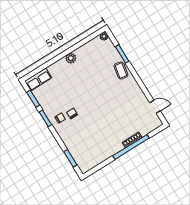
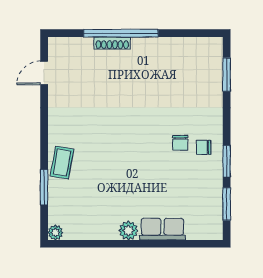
row of seats: (38, 79) -> (162, 229), moved
door: (155, 107) -> (44, 73), hinge flipped

